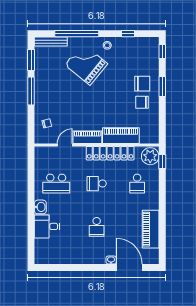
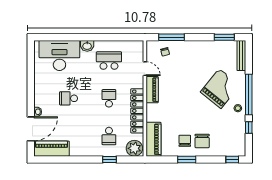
window: (77, 34) -> (249, 94), moved
window: (162, 86) -> (187, 159), moved
window: (31, 91) -> (172, 37), moved
piano: (121, 136) -> (154, 139), moved
window: (162, 161) -> (110, 159), moved
school desk: (56, 184) -> (109, 61), turned 90
school desk: (137, 184) -> (109, 136), turned -90
desk: (47, 226) -> (59, 55), width x1.87, depth x1.30
piano: (151, 229) -> (52, 149), moved

